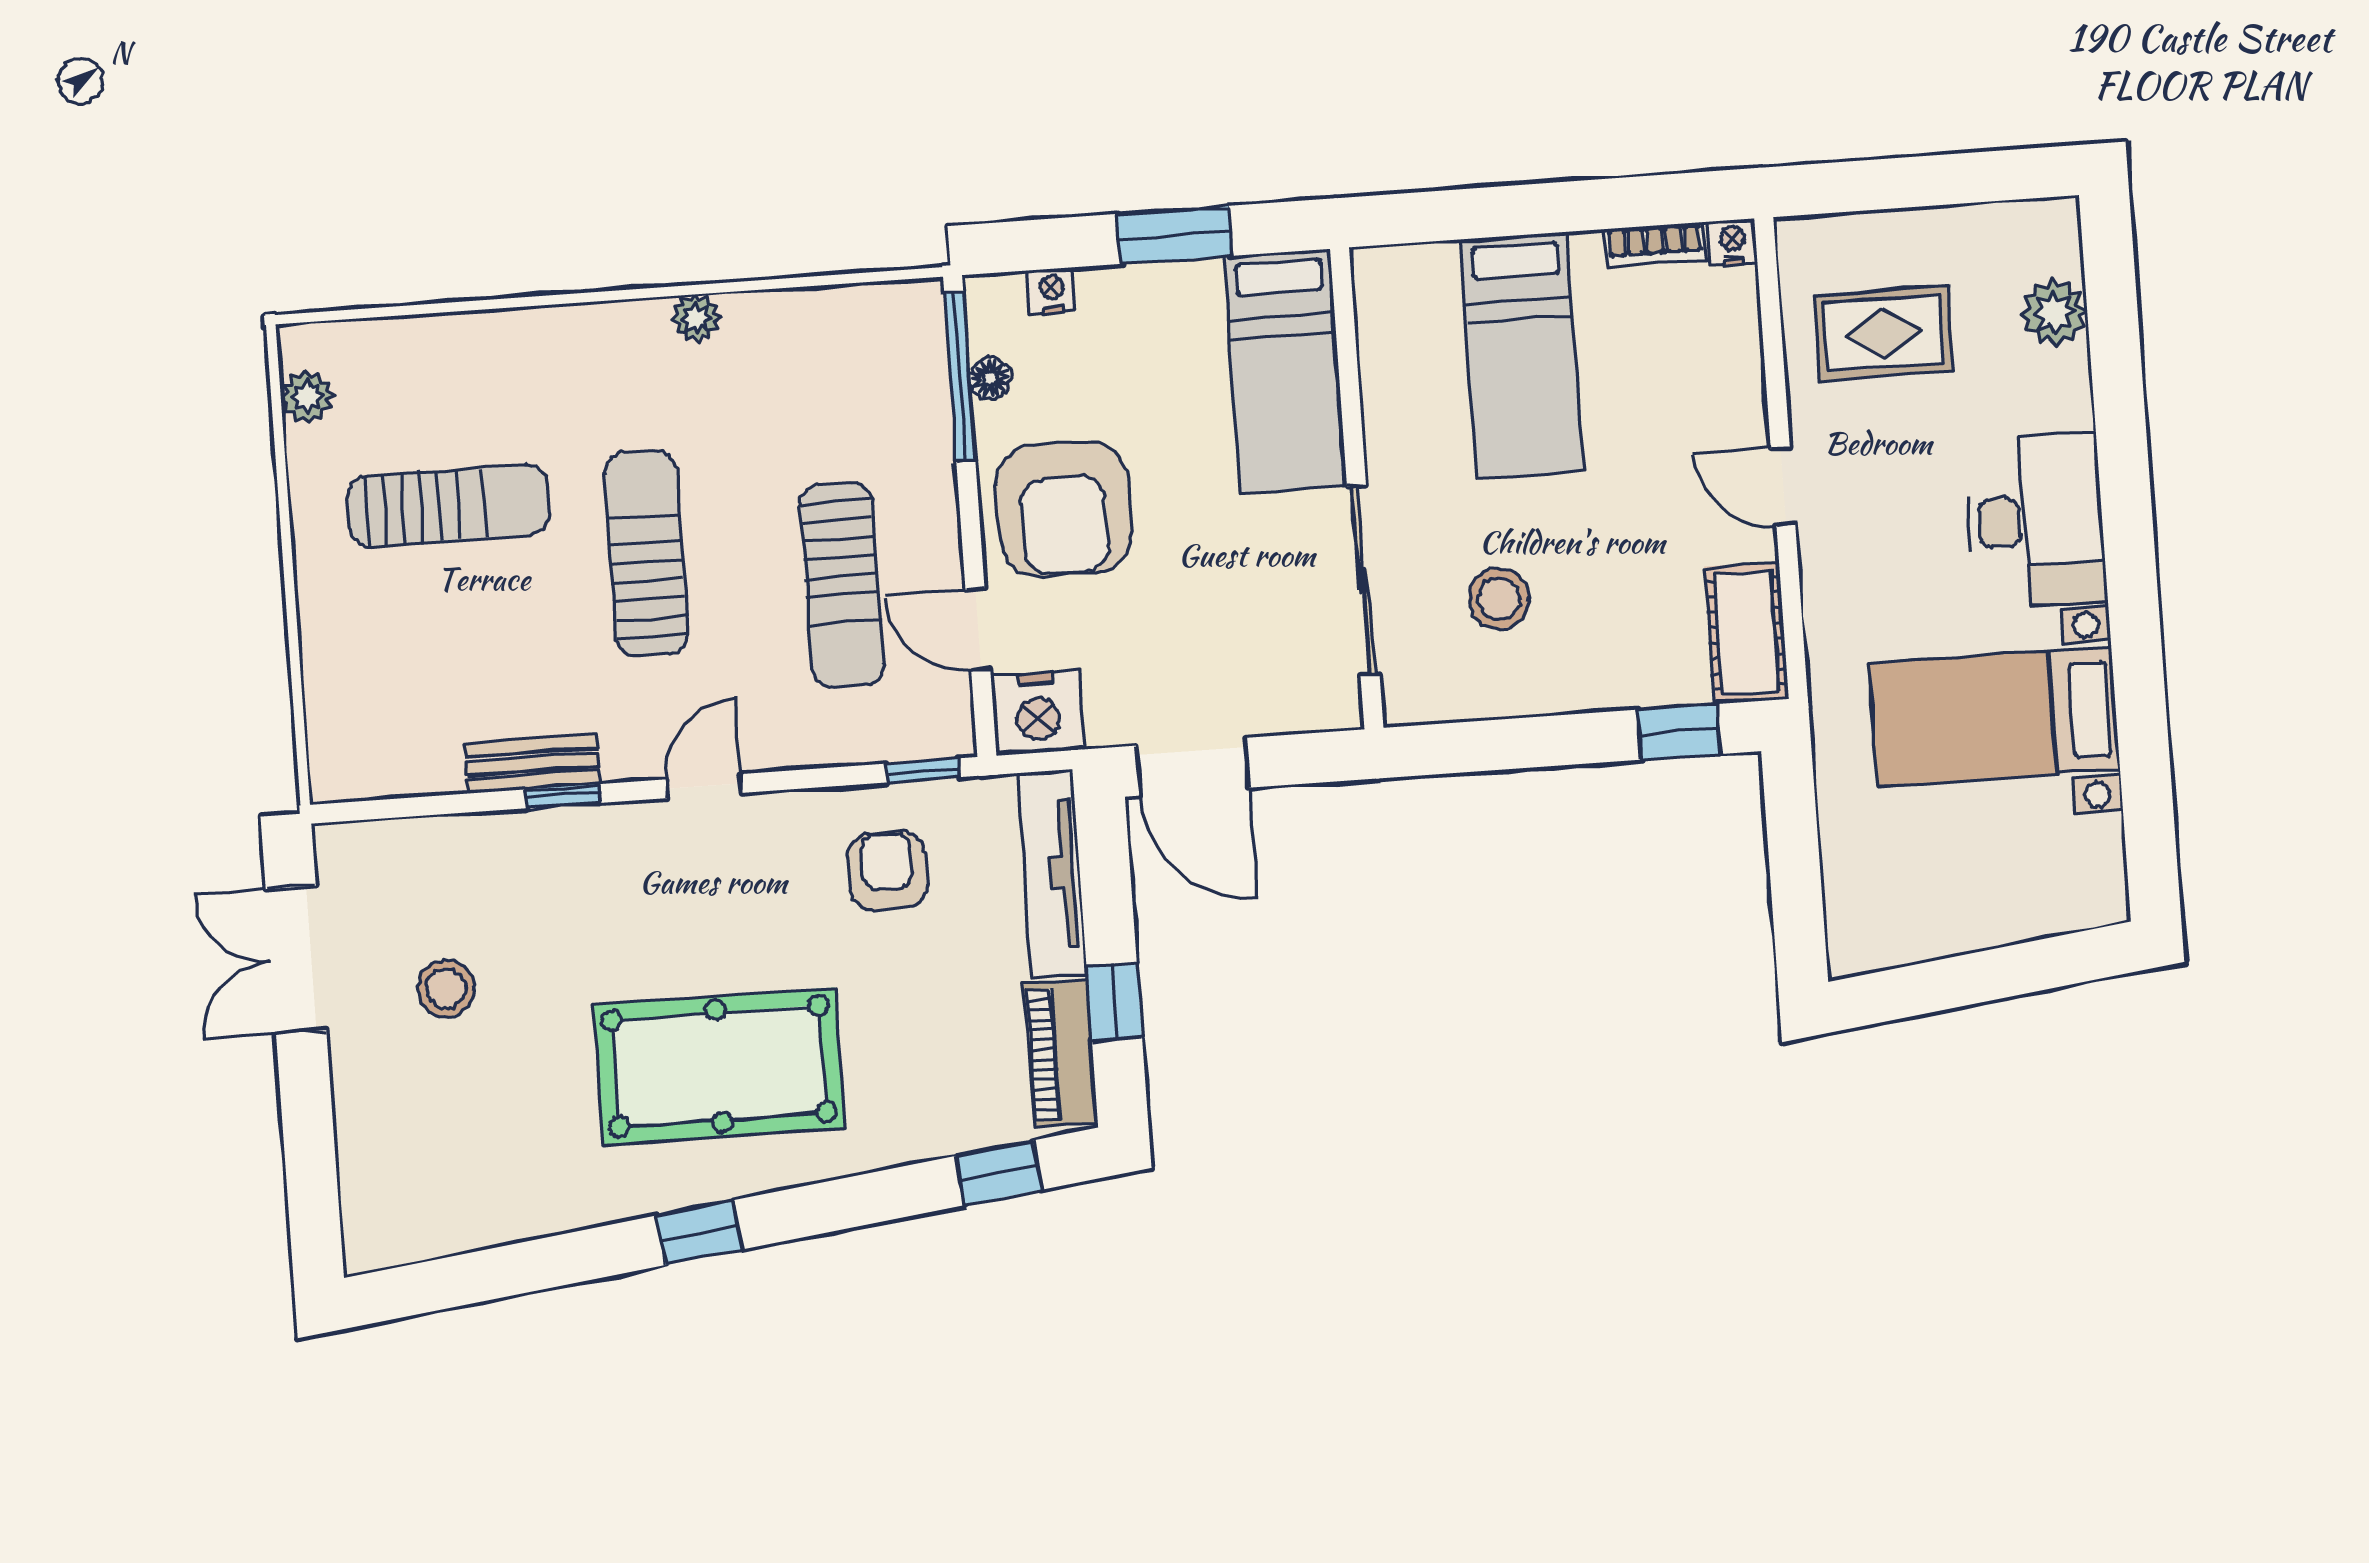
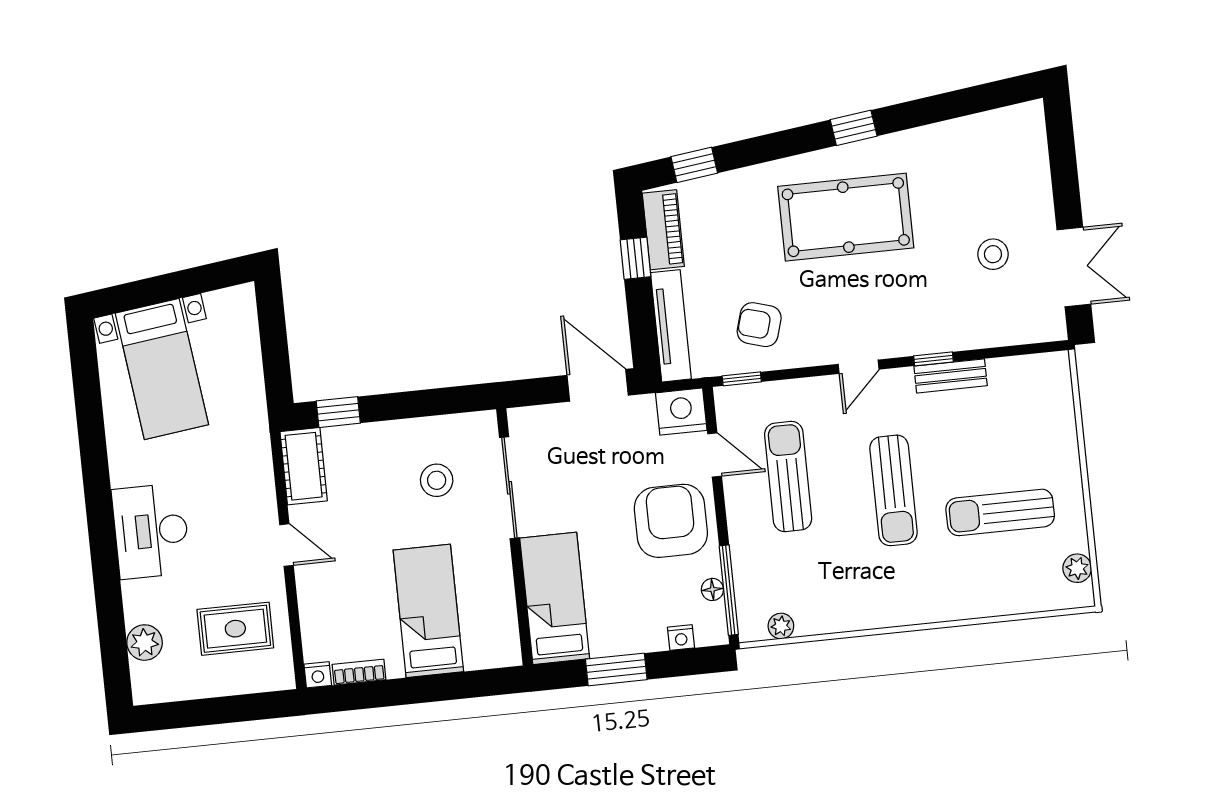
plant: (697, 318) -> (781, 626), moved
bed with nightstands: (1995, 717) -> (162, 369), moved, turned 83
armchair: (887, 871) -> (759, 325), turned 106

